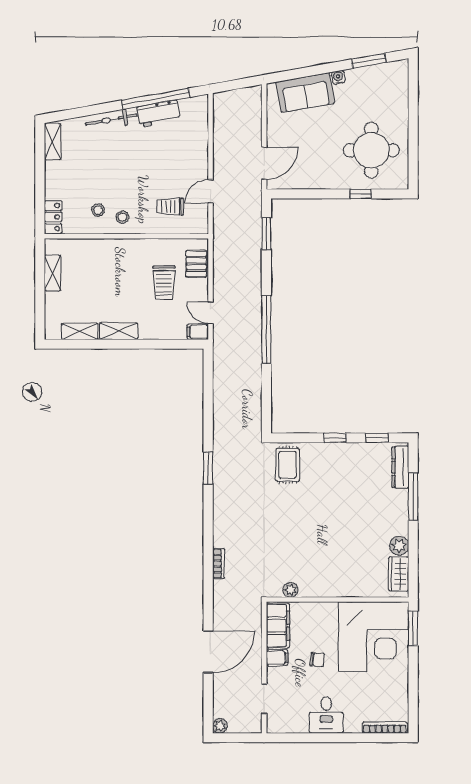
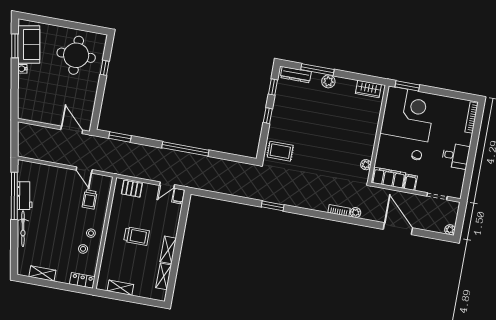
sofa: (305, 93) -> (29, 44), moved
shelving: (53, 142) -> (42, 274), moved
trolley: (164, 283) -> (137, 236), moved
plant: (399, 546) -> (328, 81), moved
plant: (220, 588) -> (356, 213), added

